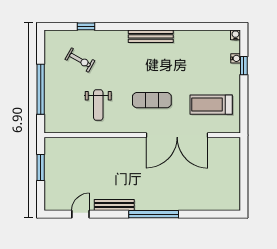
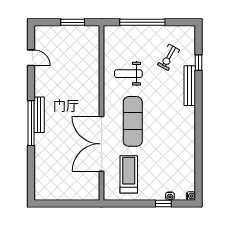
bench: (151, 36) -> (190, 86), moved
exercise mat: (152, 100) -> (133, 121), width x1.36, depth x1.45
bench: (114, 205) -> (39, 115), moved

